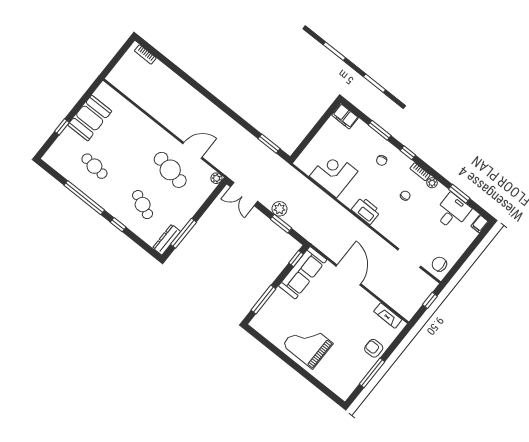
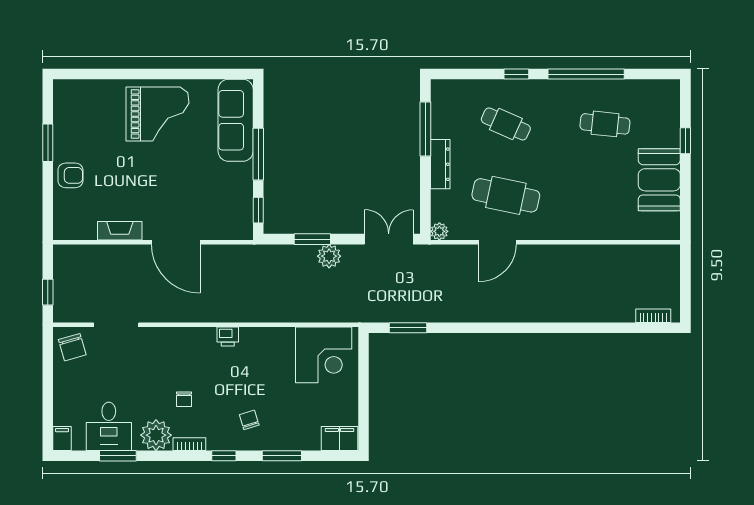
corner desk: (334, 174) -> (324, 355), moved
plant: (432, 183) -> (156, 435), width x1.87, depth x1.87
printer: (366, 211) -> (228, 336), width x0.53, depth x0.68
dresser: (167, 240) -> (440, 164), moved
chair: (439, 264) -> (72, 347), turned 74
sofa: (303, 273) -> (236, 120), moved
window: (263, 299) -> (258, 154), moved
fireplace: (388, 316) -> (120, 231), moved
window: (372, 373) -> (48, 143), width x0.69

